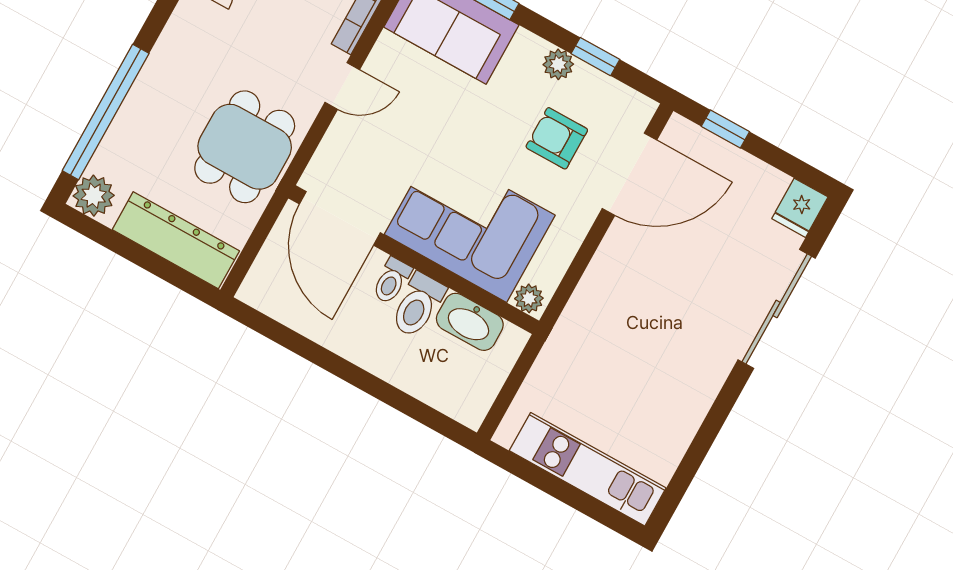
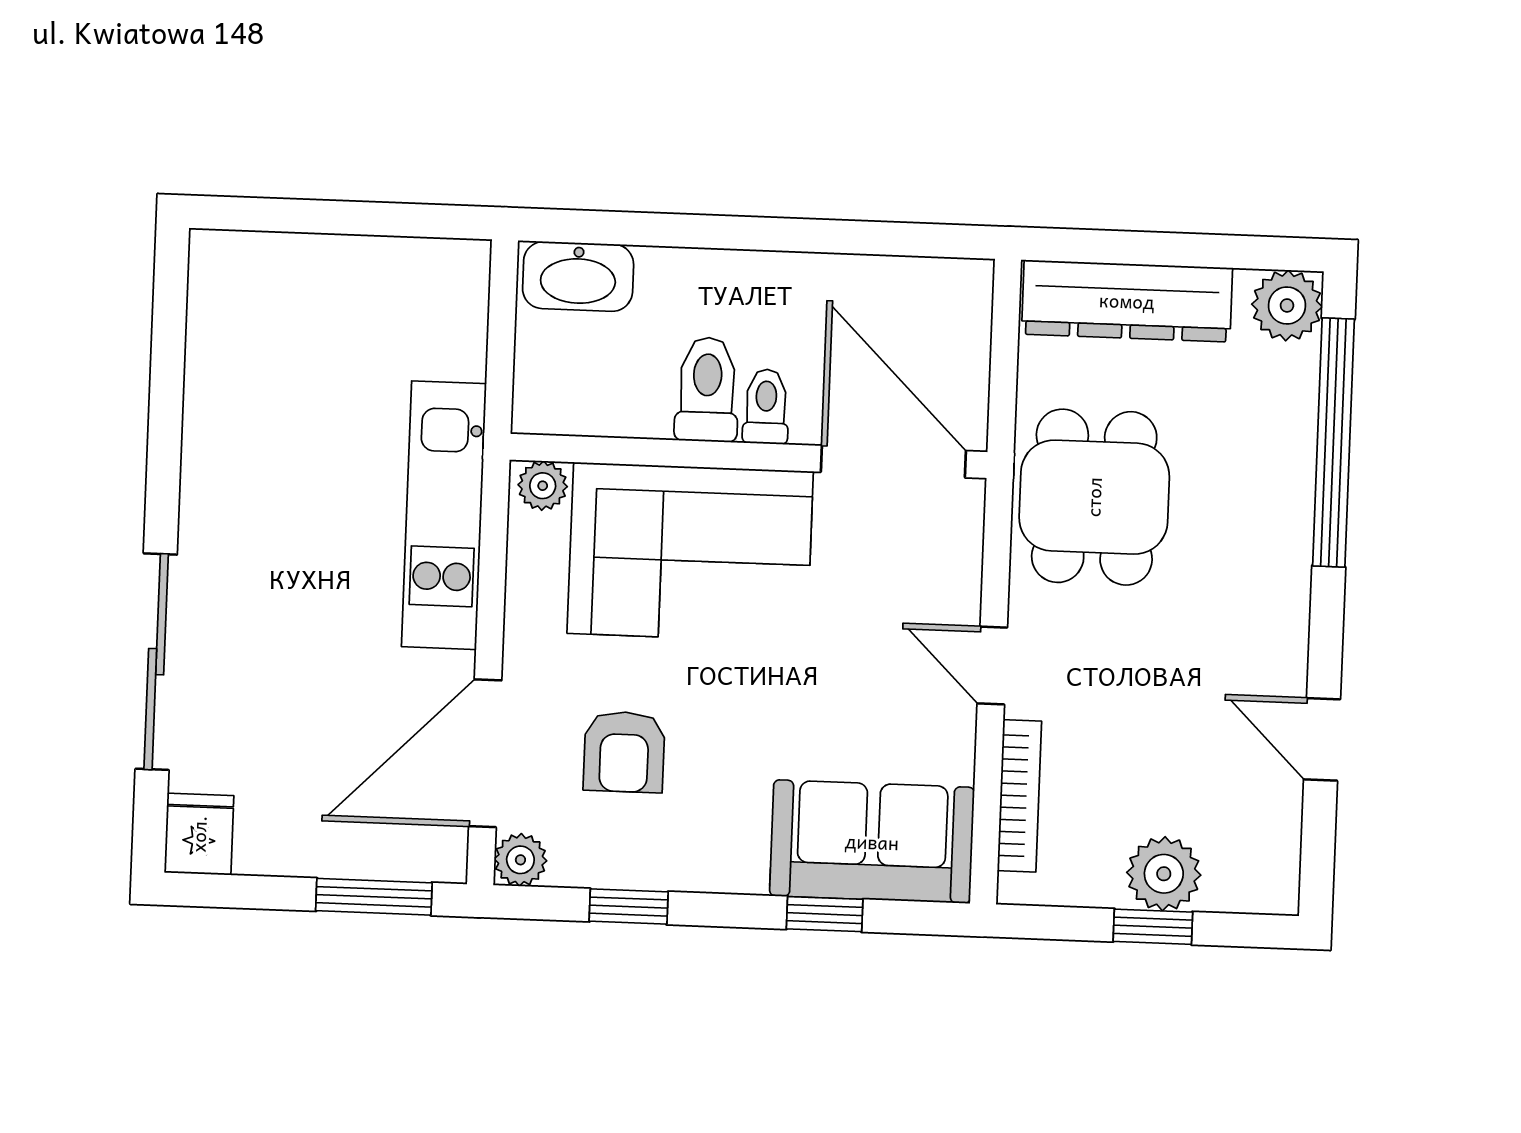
plant: (558, 64) -> (520, 860), moved
door: (342, 86) -> (992, 666), hinge flipped
window: (725, 129) -> (374, 897), width x1.50
armchair: (557, 138) -> (624, 752), turned 90
washbasin: (470, 322) -> (578, 276), moved, turned 180
kitchen unit: (588, 469) -> (444, 515), moved, turned 90

